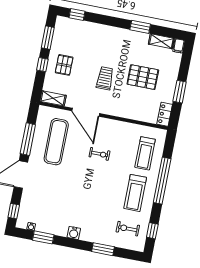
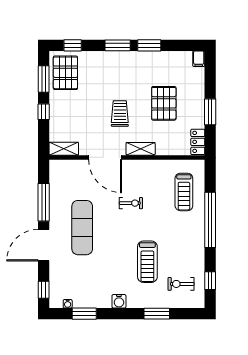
window: (114, 22) -> (118, 45), added
shelving: (161, 41) -> (141, 149), moved
pallet: (64, 65) -> (65, 73), moved, width x1.50, depth x1.42
pallet: (143, 77) -> (164, 103), turned 90
exercise mat: (56, 142) -> (82, 228), moved
treadmill: (135, 193) -> (147, 262), moved

